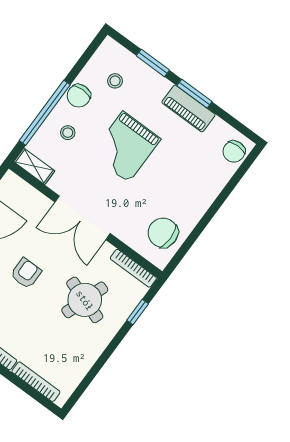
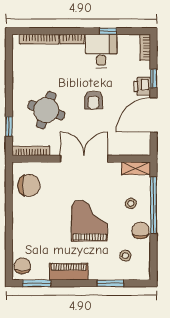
window: (194, 94) -> (37, 283), moved

